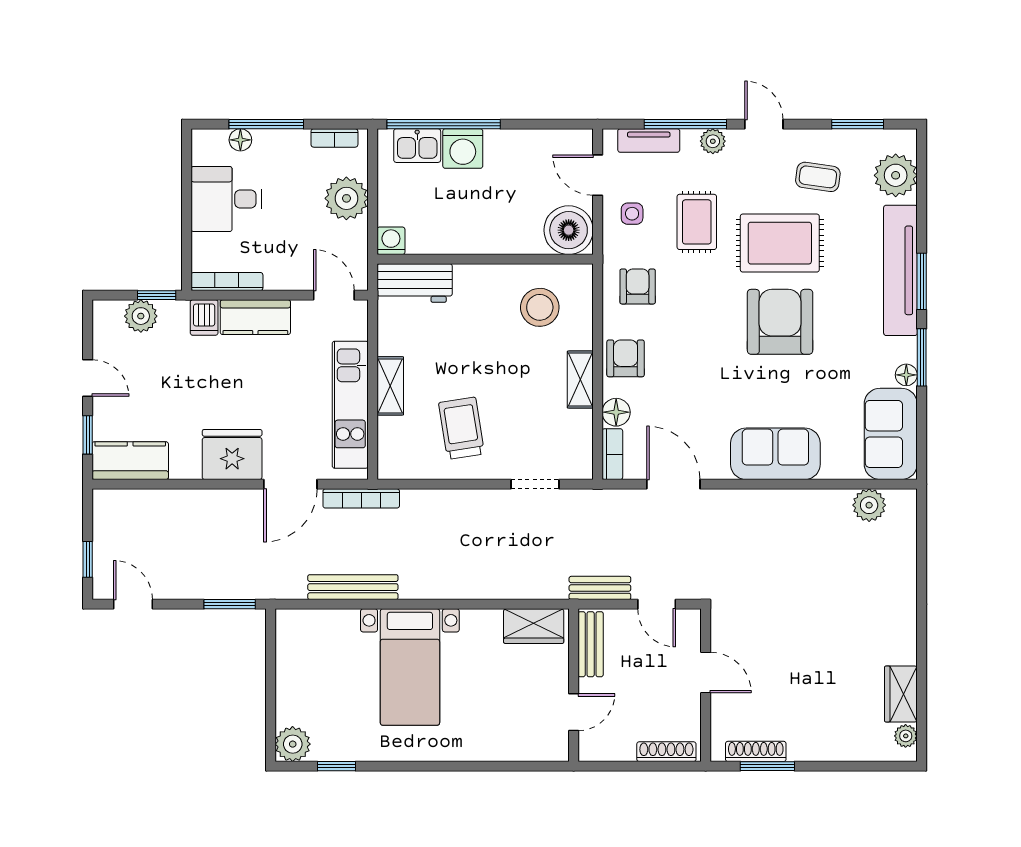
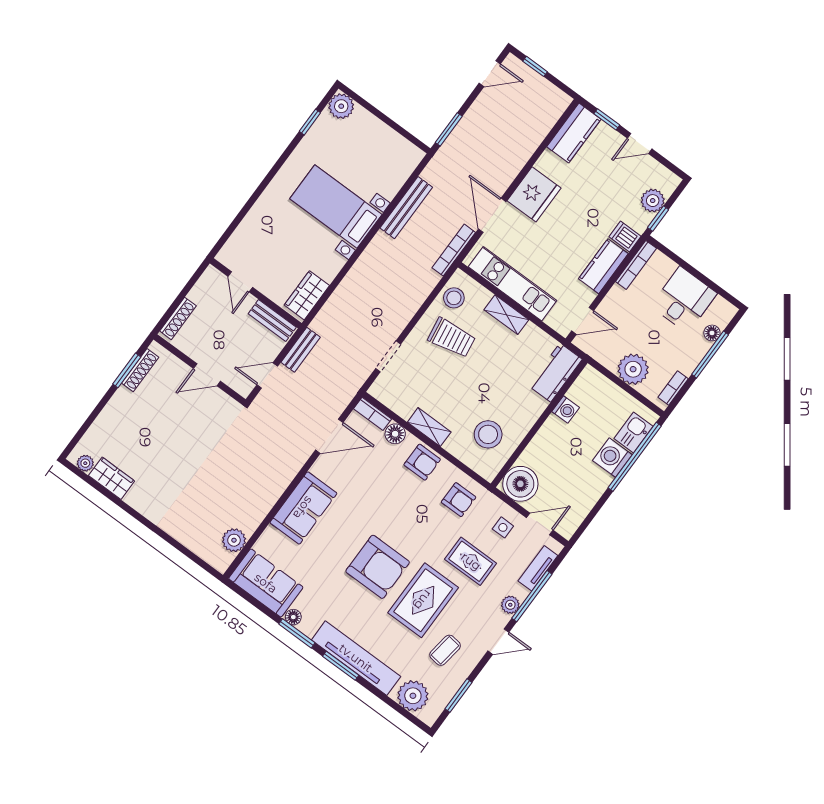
washing machine: (391, 241) -> (566, 410), moved
stool: (415, 459) -> (454, 298), added

